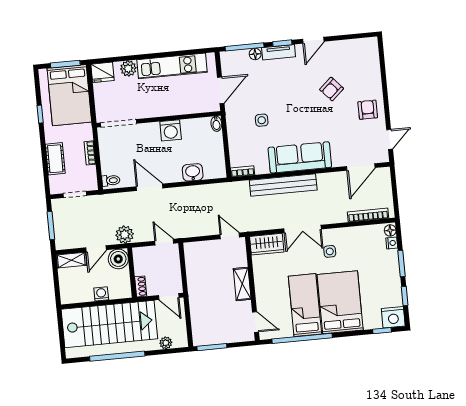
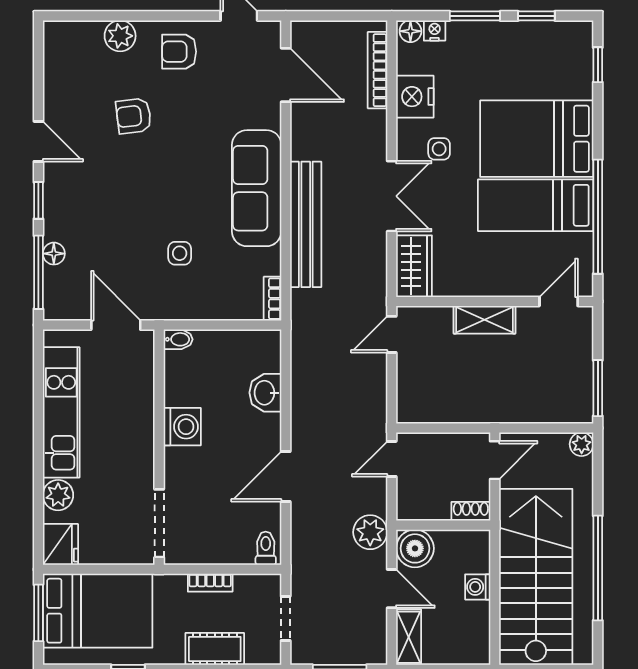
tv unit: (279, 52) -> (55, 209), removed
plant: (373, 78) -> (120, 36), added
armchair: (332, 89) -> (134, 116), turned 125
nightstand: (393, 317) -> (415, 97), moved, turned 180
plant: (166, 343) -> (582, 444), moved

